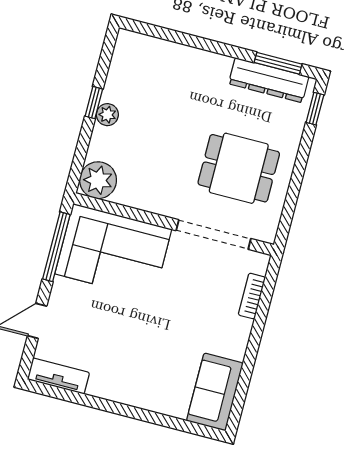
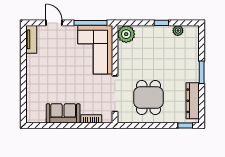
window: (278, 63) -> (202, 72), moved
plant: (107, 115) -> (178, 31), moved
sofa: (215, 392) -> (63, 113), moved

